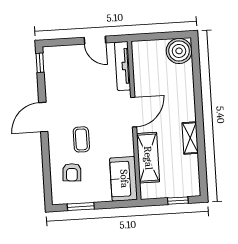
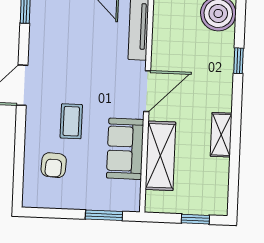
window: (197, 83) -> (239, 61), added
sofa: (124, 179) -> (125, 149), moved
window: (81, 207) -> (104, 215), moved

